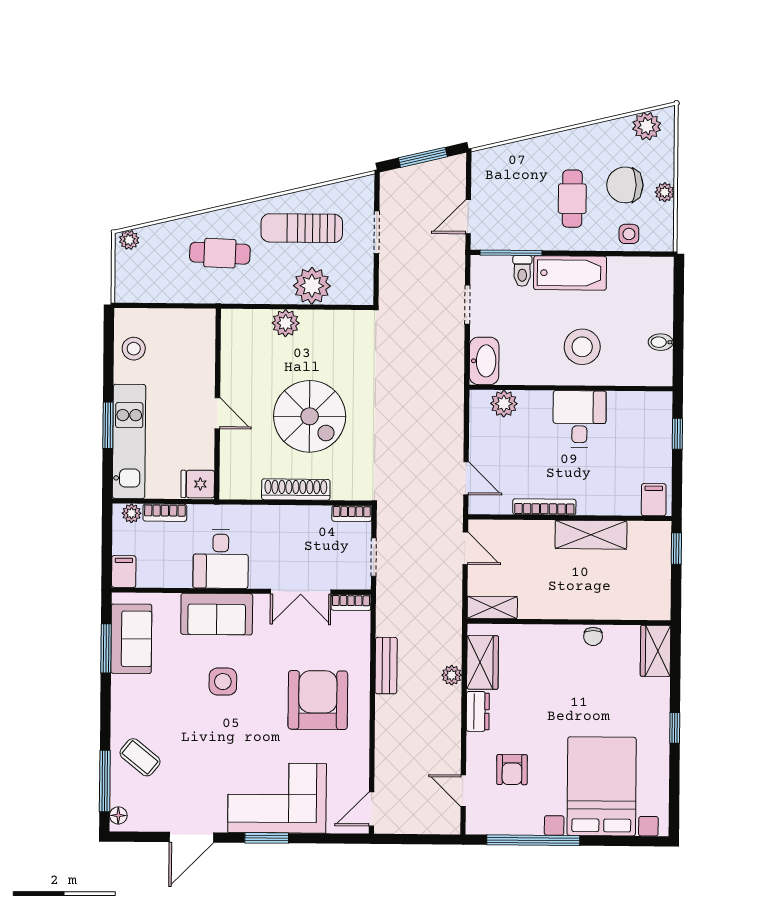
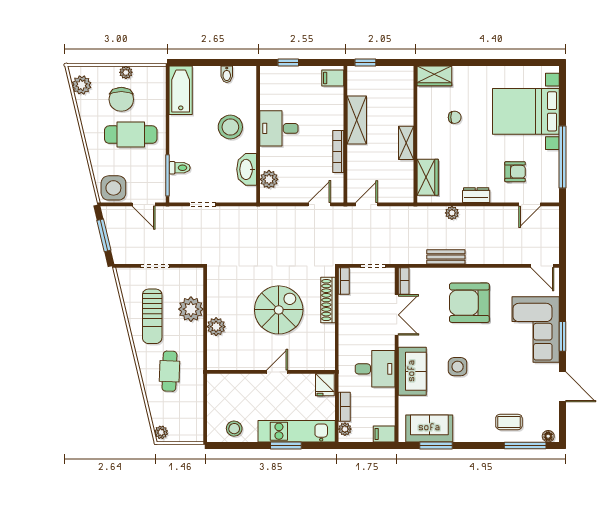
cafe table: (572, 199) -> (131, 135), width x1.37, depth x1.35
side table: (629, 234) -> (113, 188), moved, width x1.87, depth x1.87
bathtub: (570, 273) -> (181, 90), moved
washbasin: (484, 361) -> (247, 169), moved, turned -90
shoe rack: (296, 490) -> (328, 300), moved
shelving: (492, 607) -> (406, 143), moved
chair: (593, 636) -> (455, 117), moved
wardrobe: (482, 662) -> (428, 177), moved, turned 90
window: (675, 728) -> (486, 63), removed
coffee table: (140, 757) -> (509, 422), turned 51

